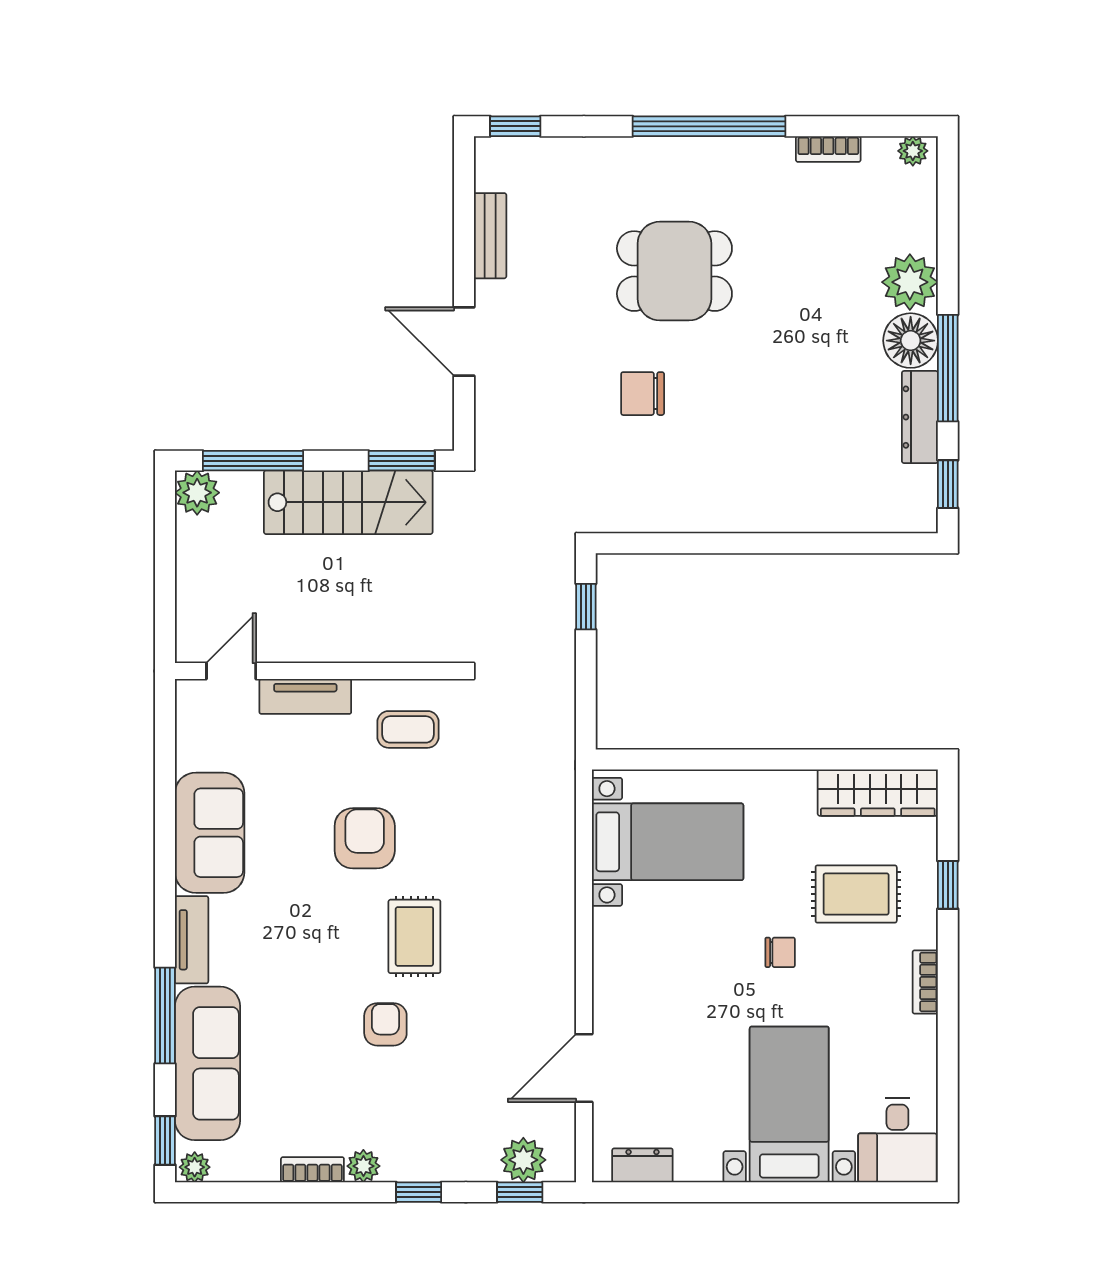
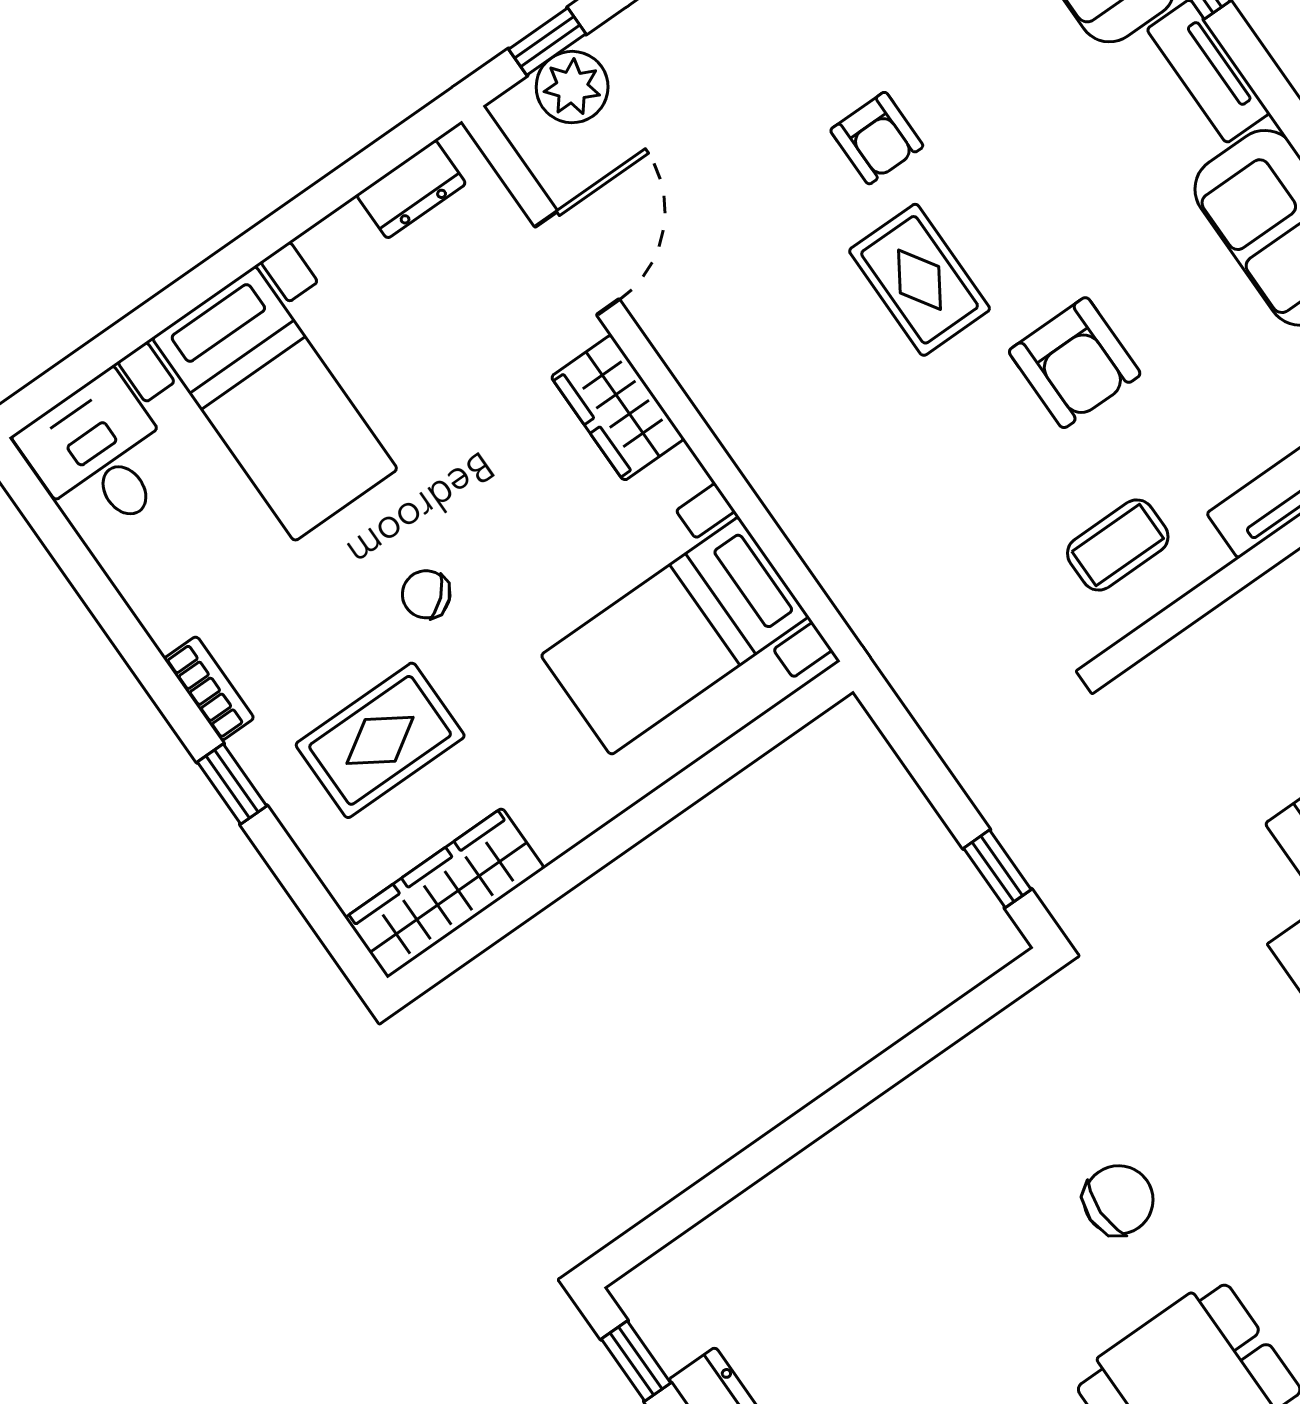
window: (948, 885) -> (232, 784), moved
chair: (780, 952) -> (426, 594), turned 48
wardrobe: (615, 979) -> (618, 408), added

